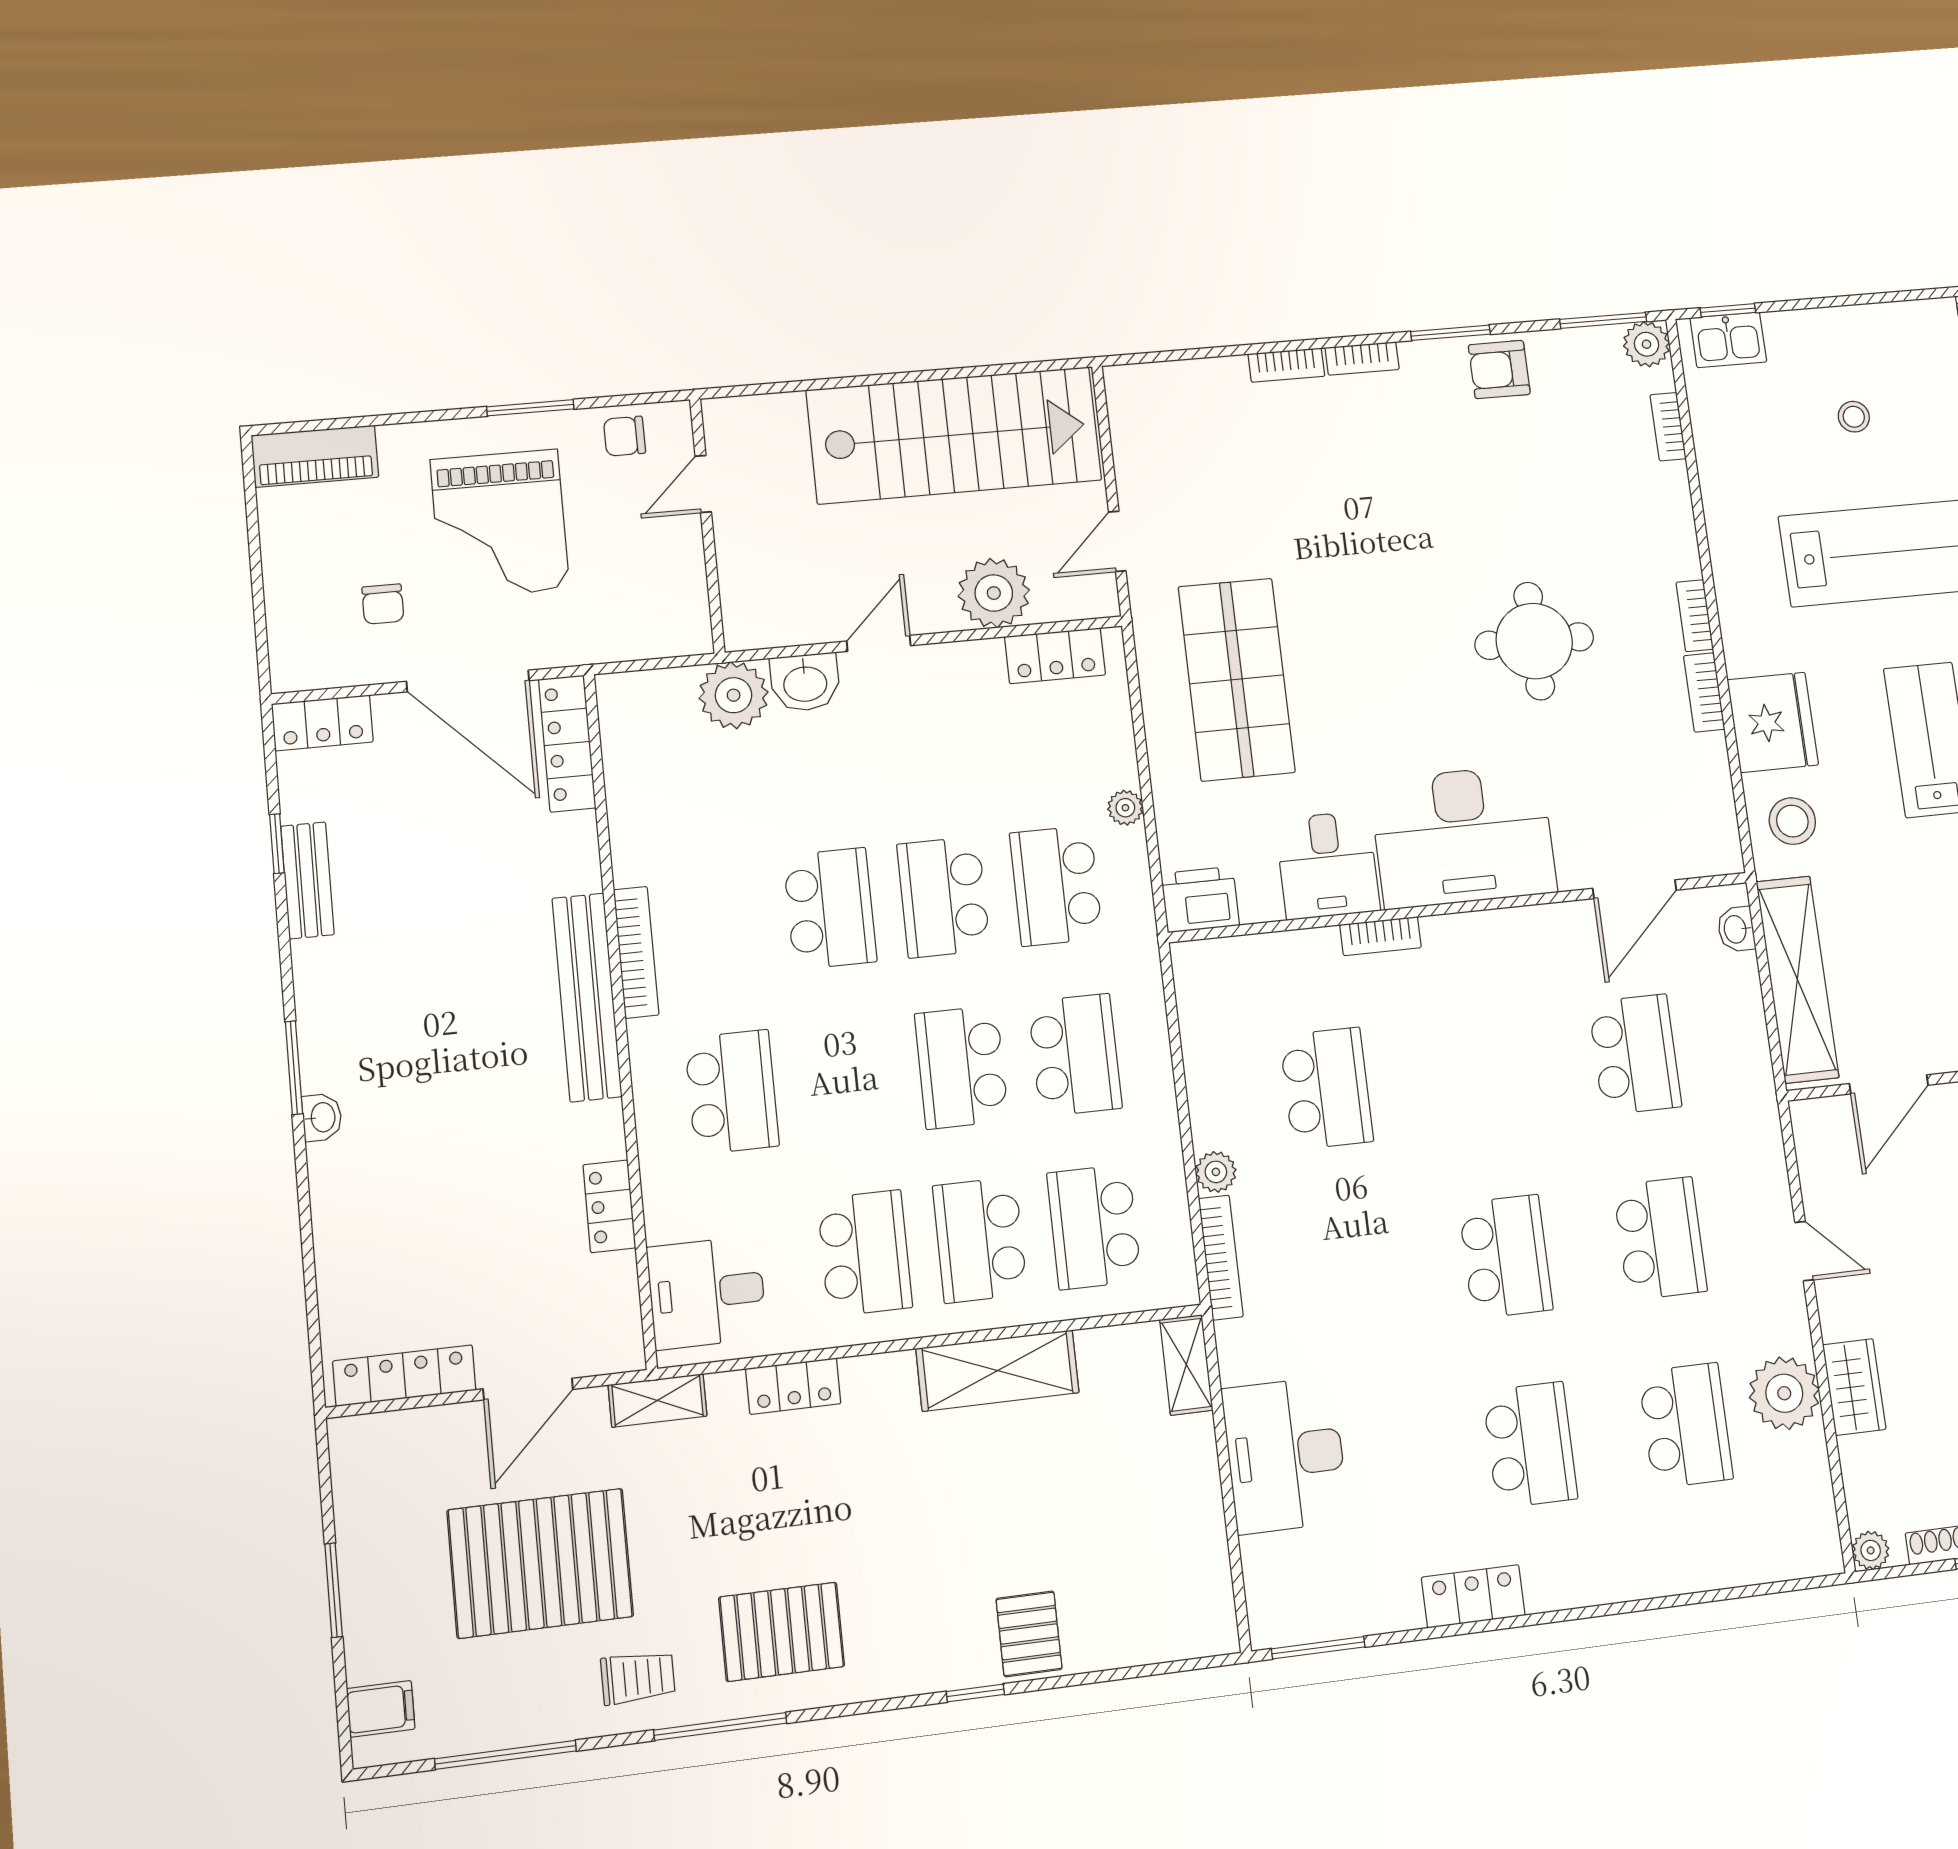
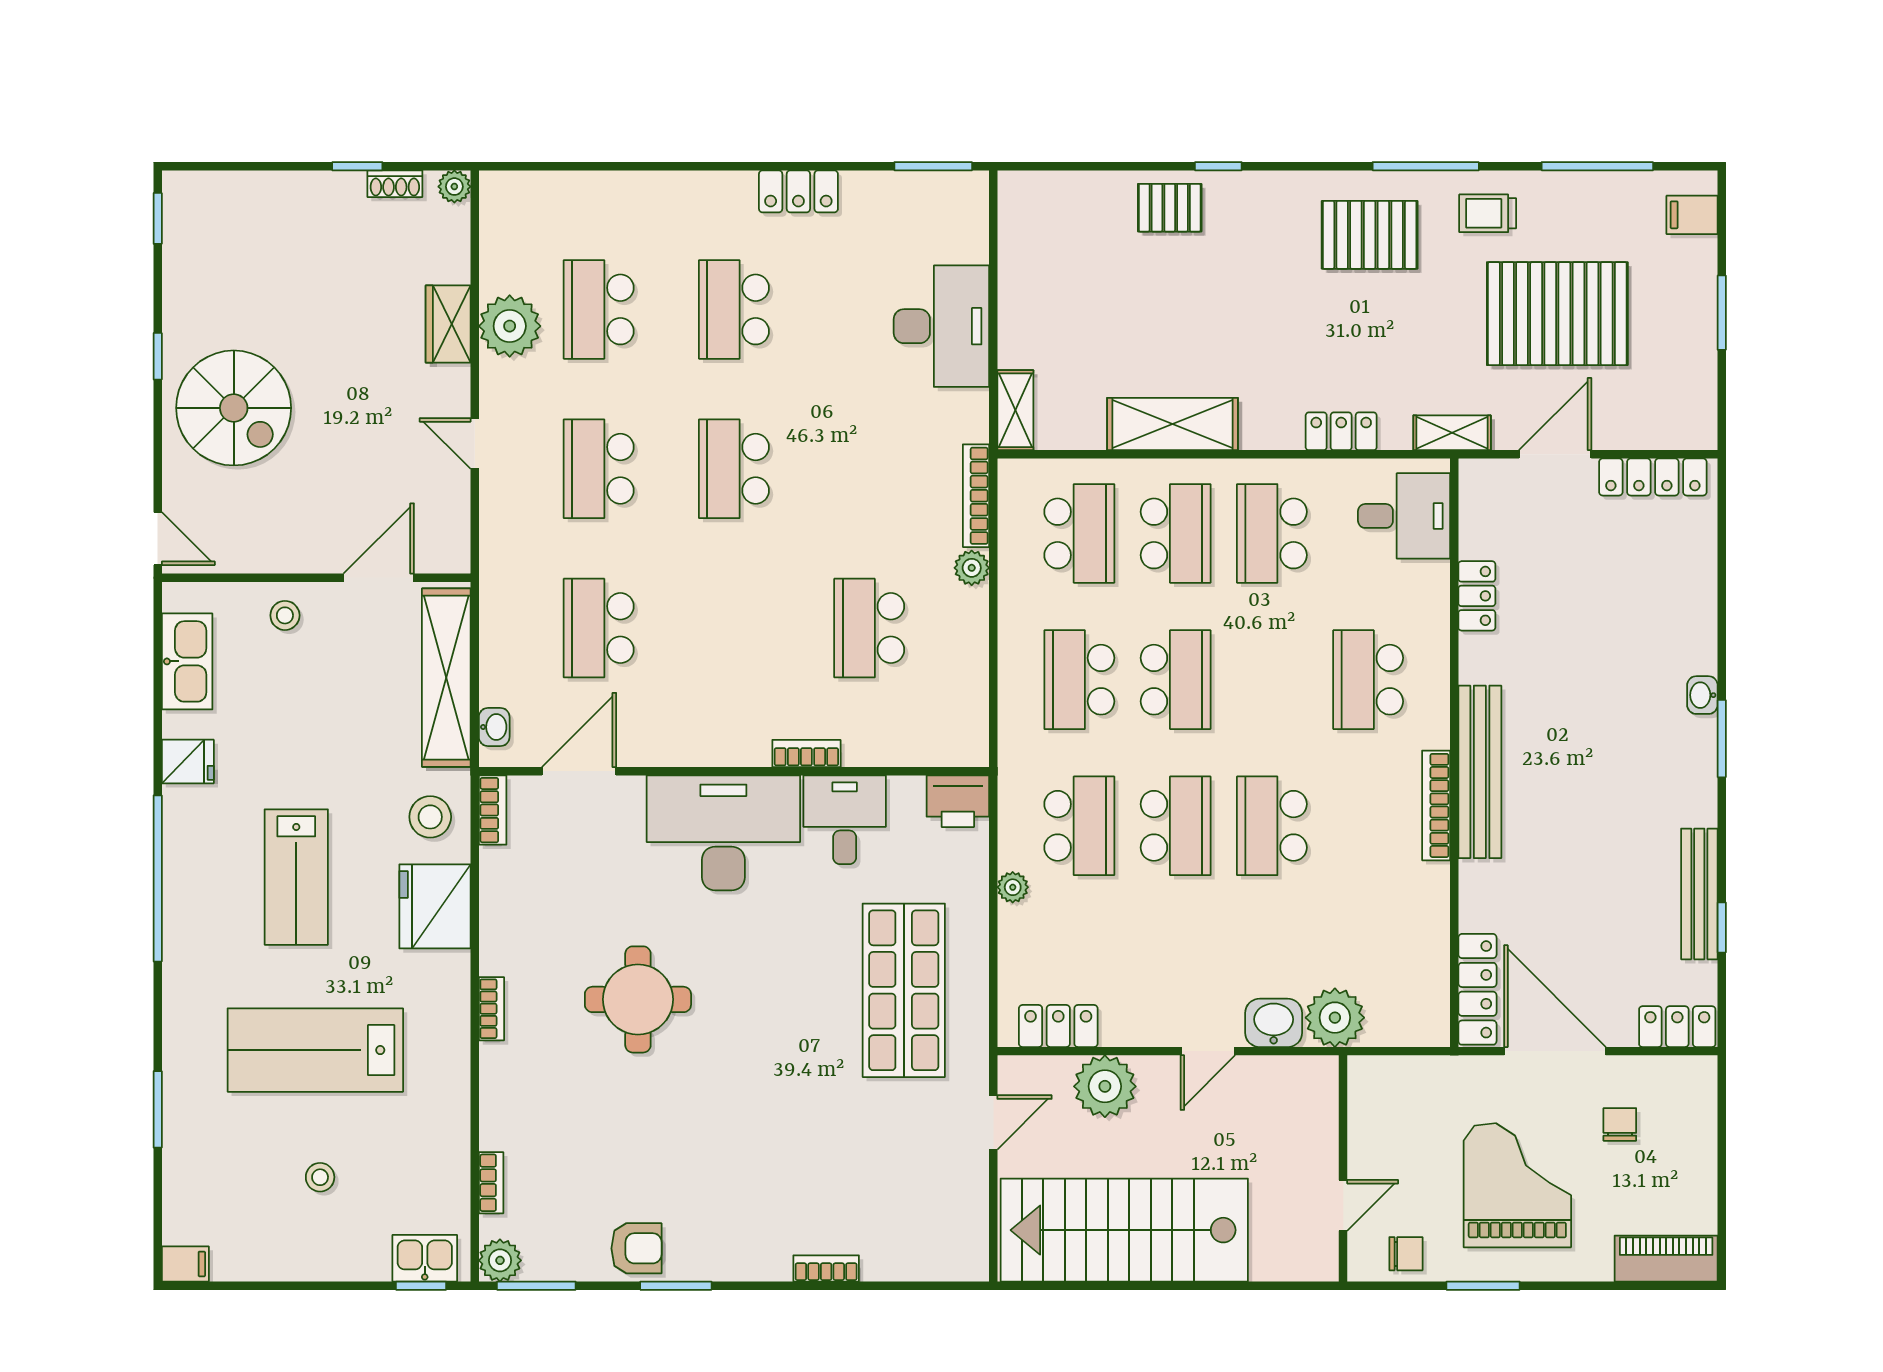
bookcase: (1362, 358) -> (758, 1269), removed
bookcase: (1704, 692) -> (493, 810), moved
bench: (307, 880) -> (1699, 894), width x1.36
pallet: (1029, 1634) -> (1170, 208), turned 90

